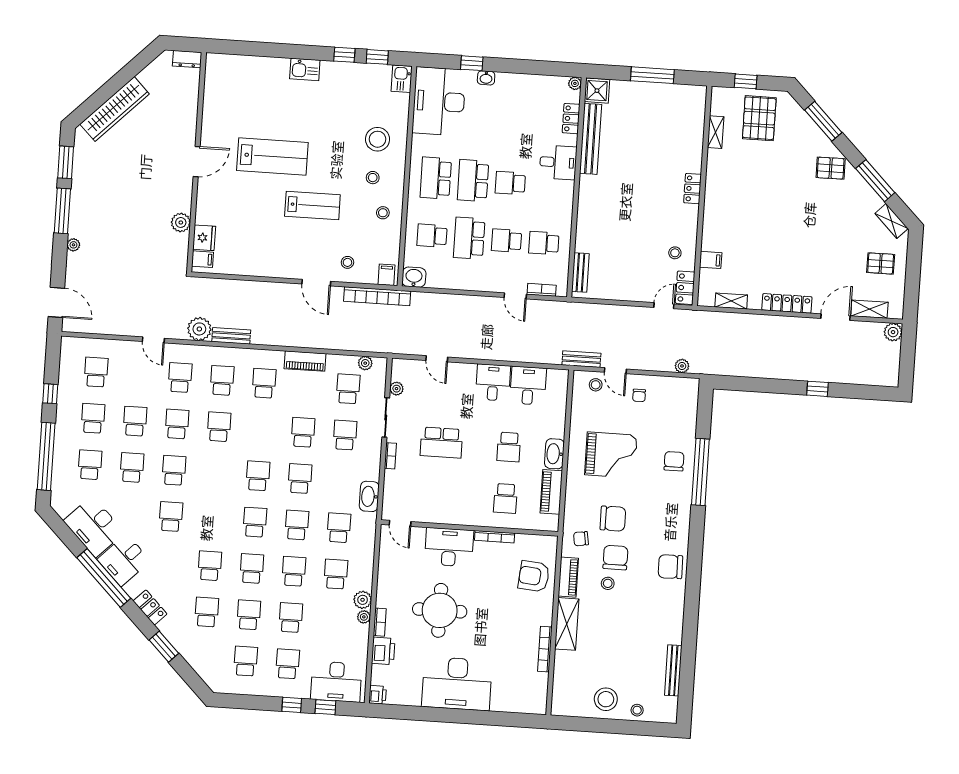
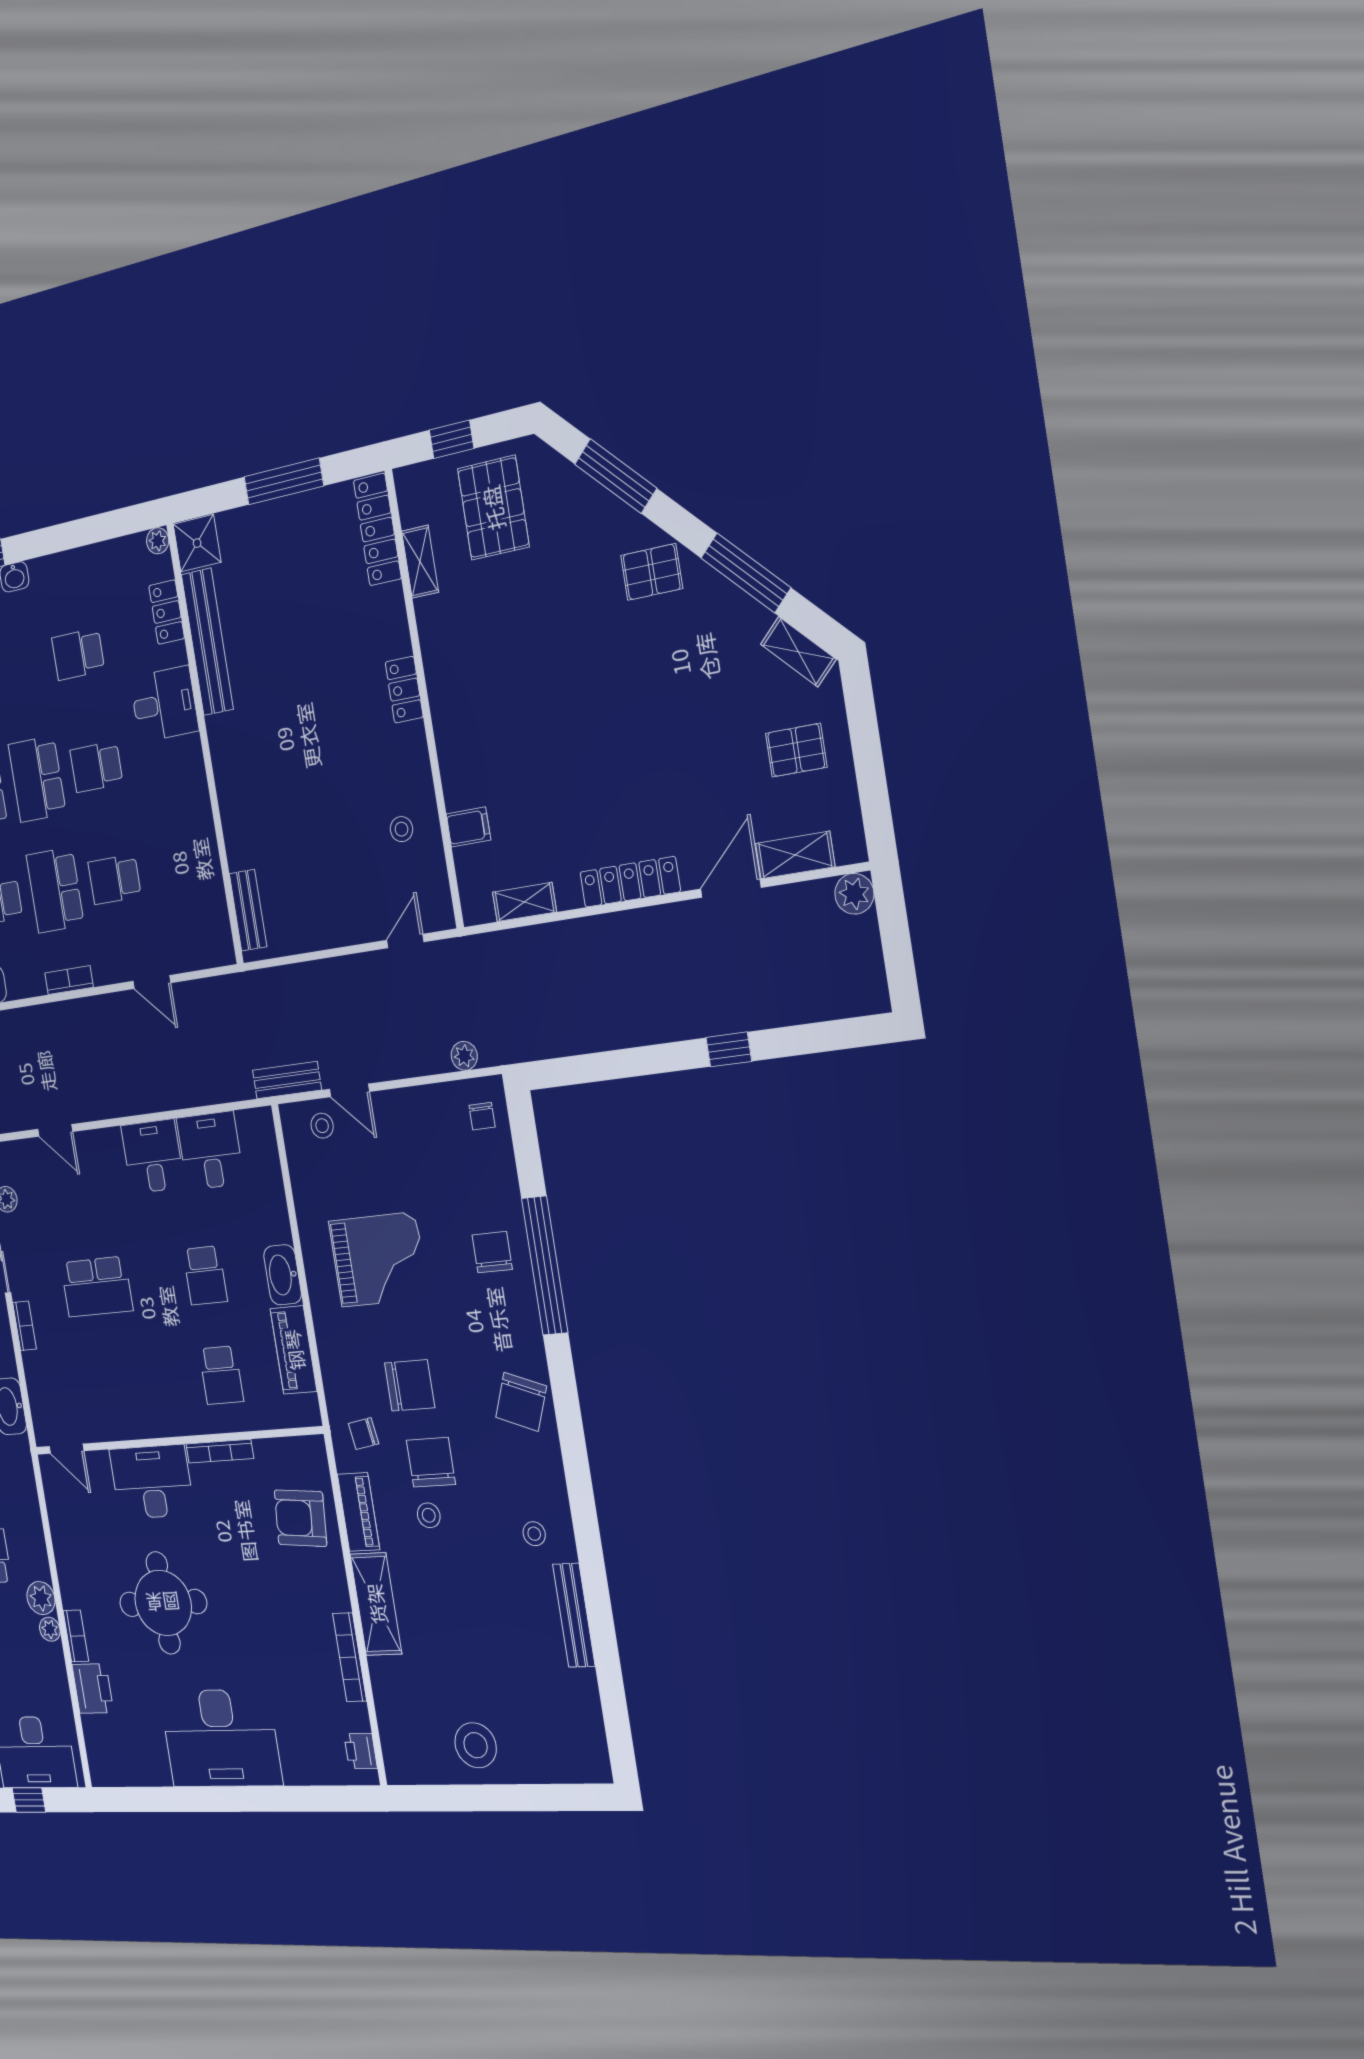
school desk: (544, 243) -> (78, 654), moved
locker: (685, 288) -> (377, 530), moved, width x1.53
bookcase: (542, 290) -> (69, 980), moved
chair: (639, 395) -> (482, 1116), moved
chair: (670, 567) -> (521, 1402), moved, turned -68
bench: (673, 670) -> (574, 1615), moved
printer: (378, 695) -> (361, 1751), moved, turned 180
stool: (637, 710) -> (534, 1534), moved

